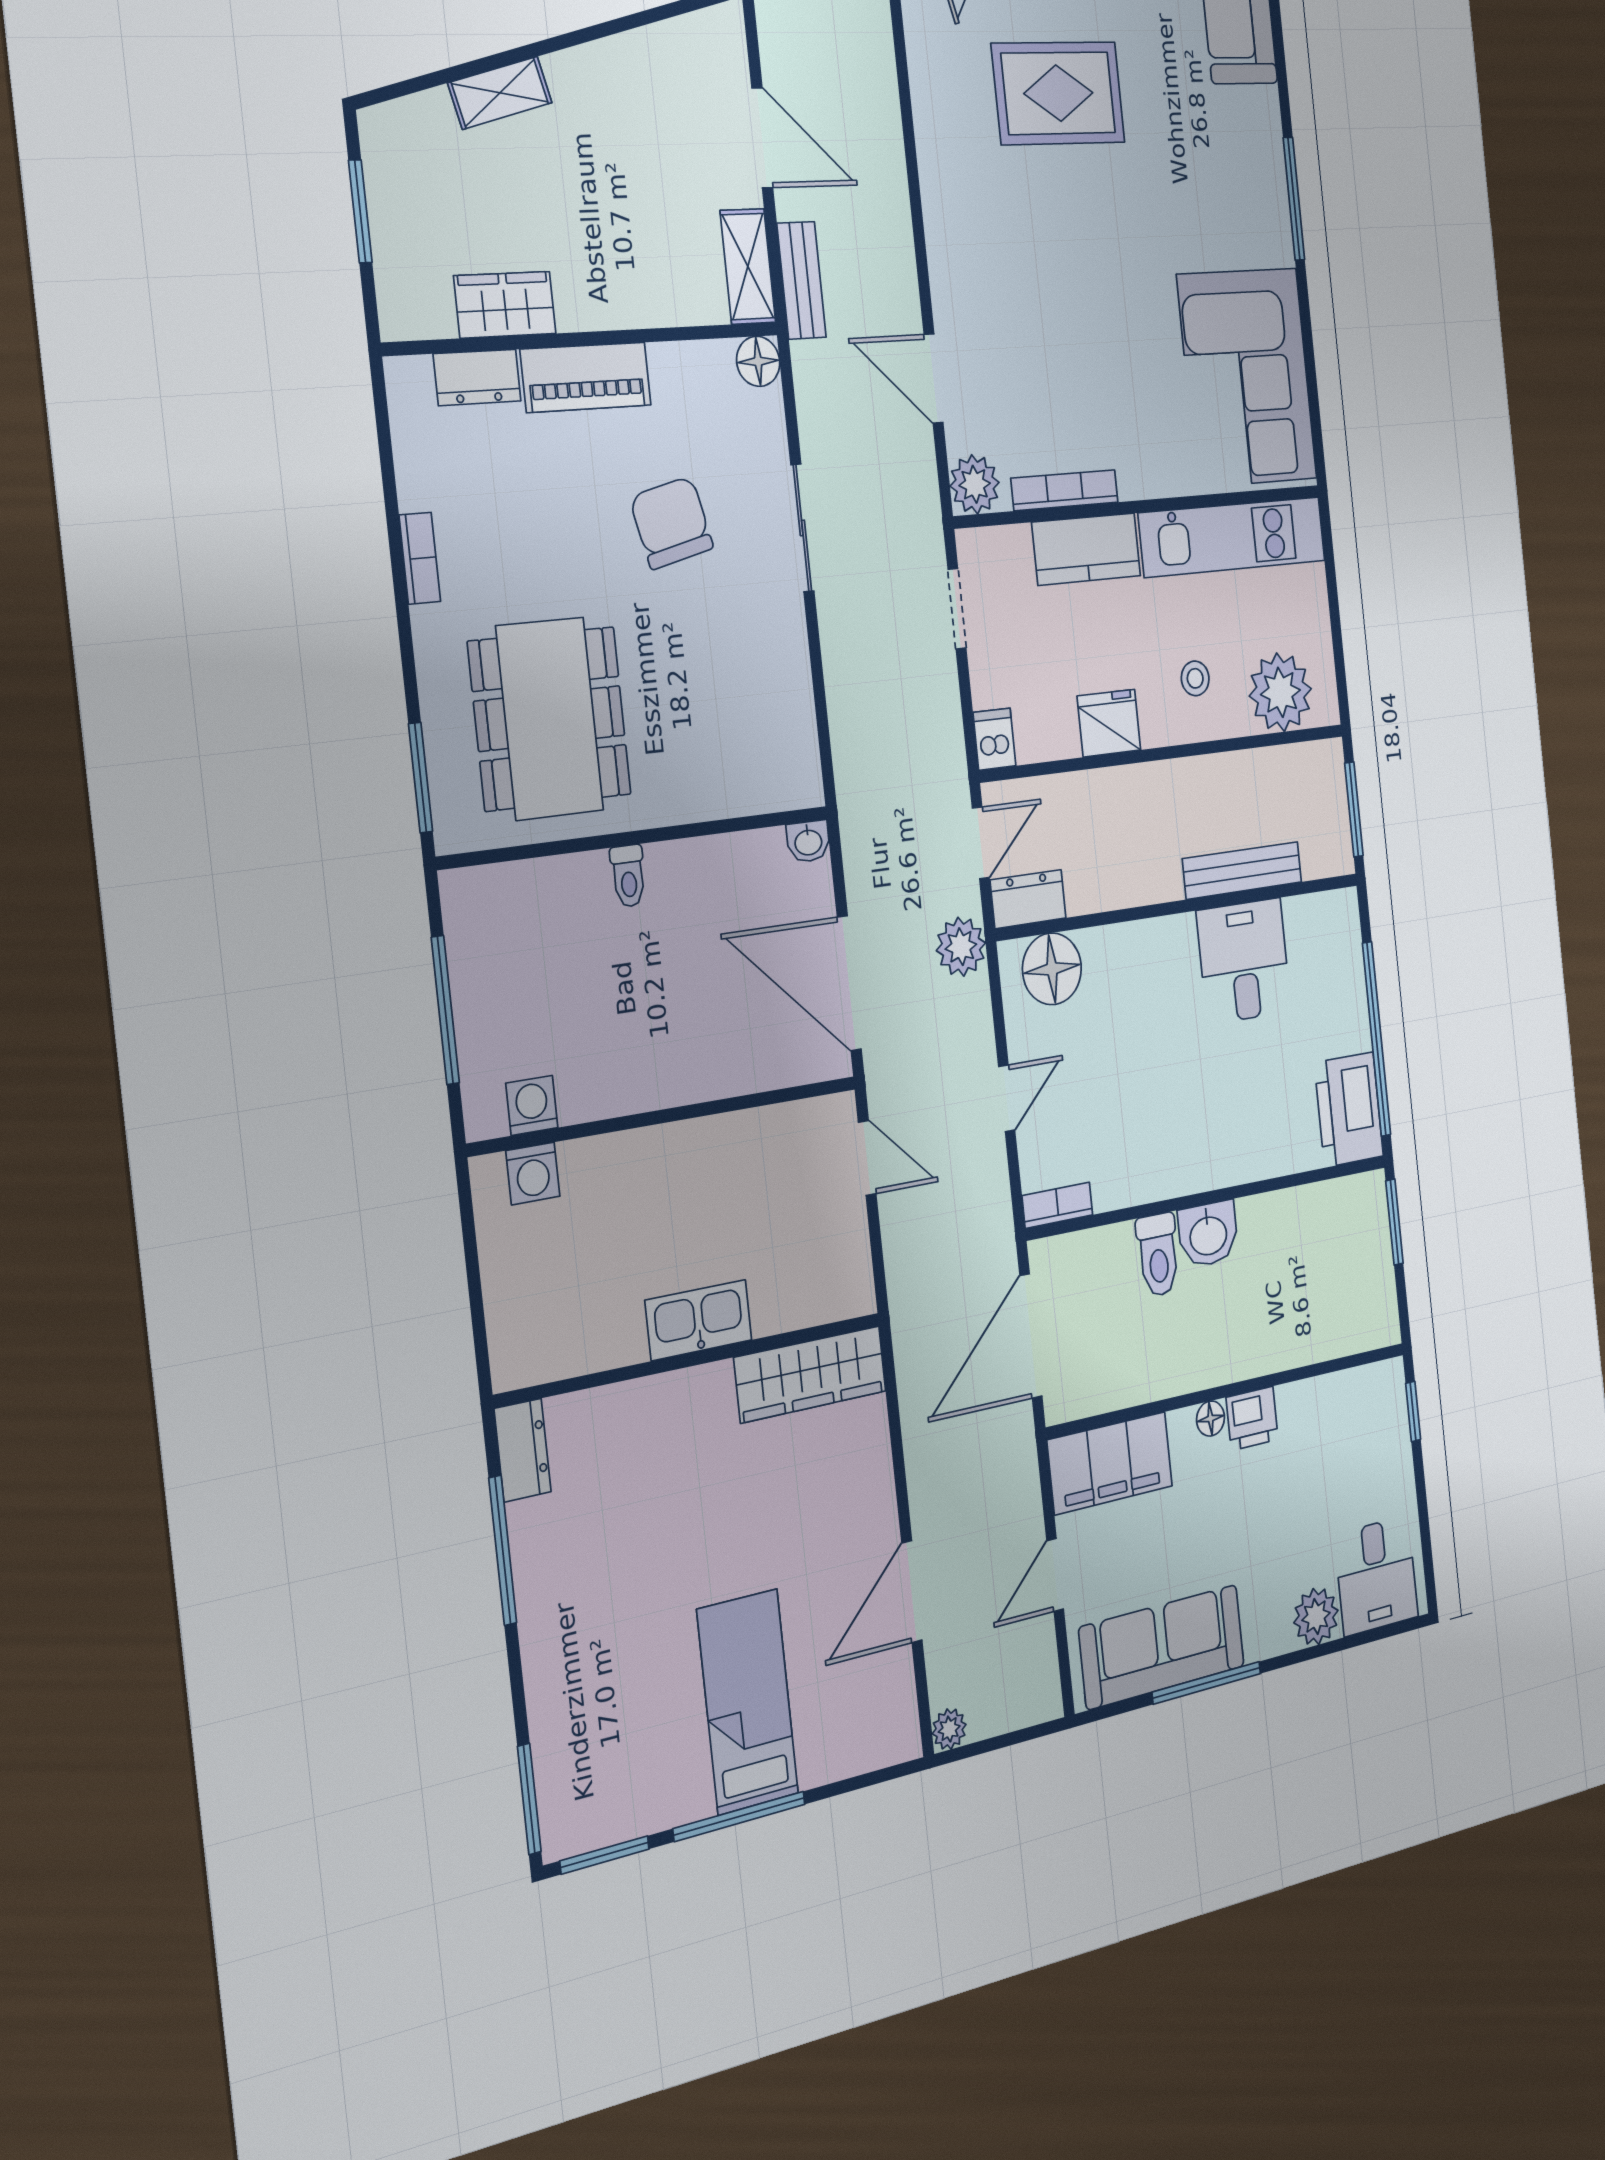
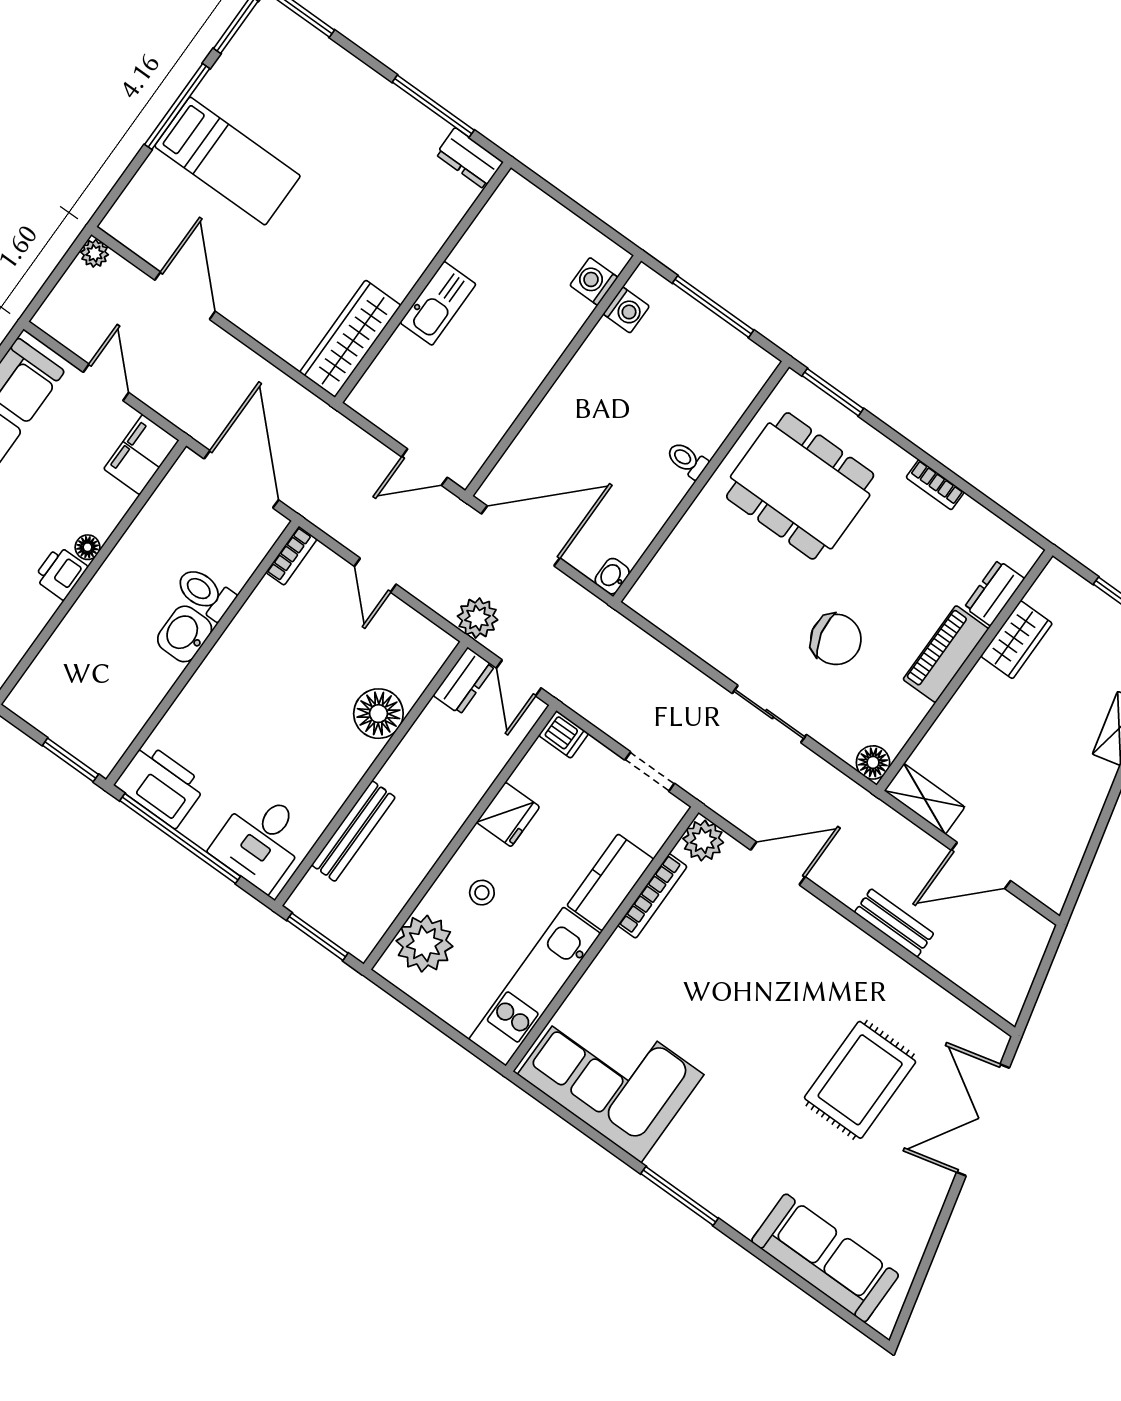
bench: (802, 280) -> (894, 923), moved
desk: (1244, 961) -> (261, 840), moved, turned 90
floor lamp: (1052, 969) -> (378, 714), moved
filing cabinet: (1110, 1463) -> (141, 455), width x0.67, depth x0.86

